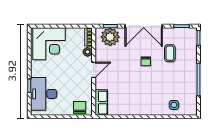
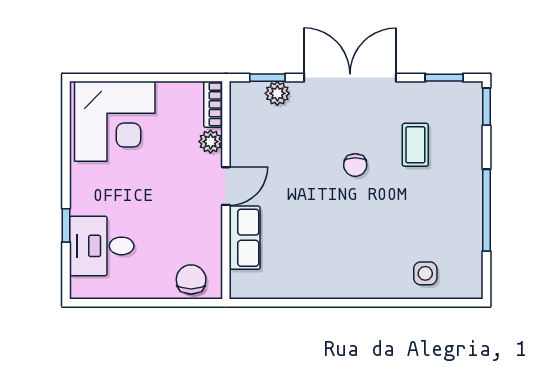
double door: (144, 26) -> (350, 78), swing flipped
plant: (110, 37) -> (277, 93), width x0.53, depth x0.53
desk: (44, 94) -> (102, 246), width x0.73
row of seats: (101, 103) -> (245, 238), moved

